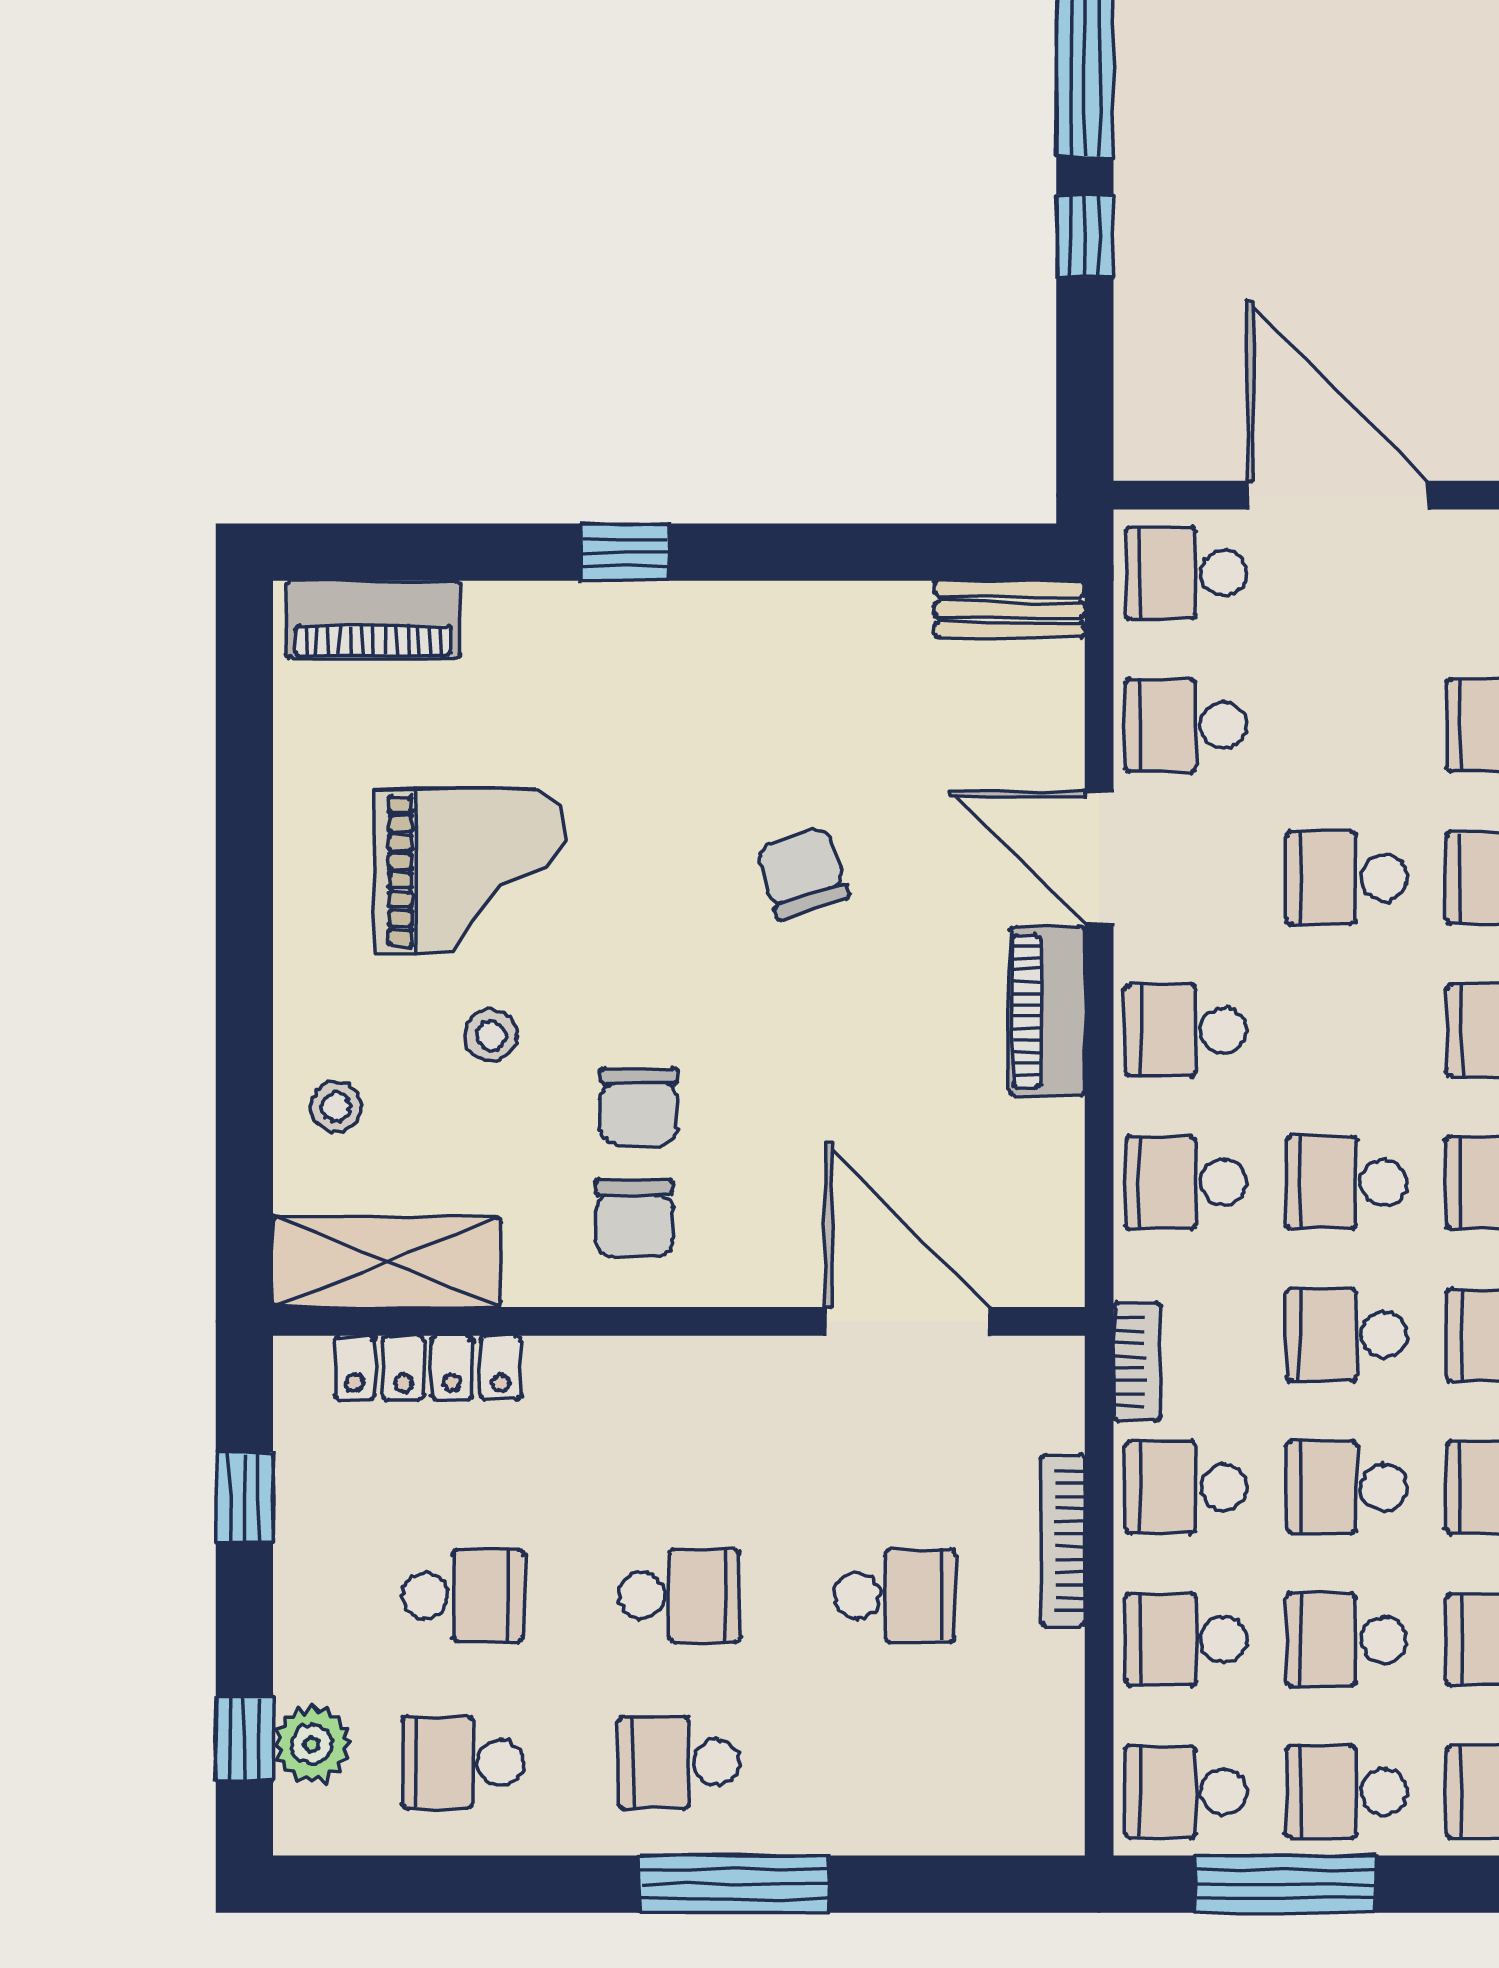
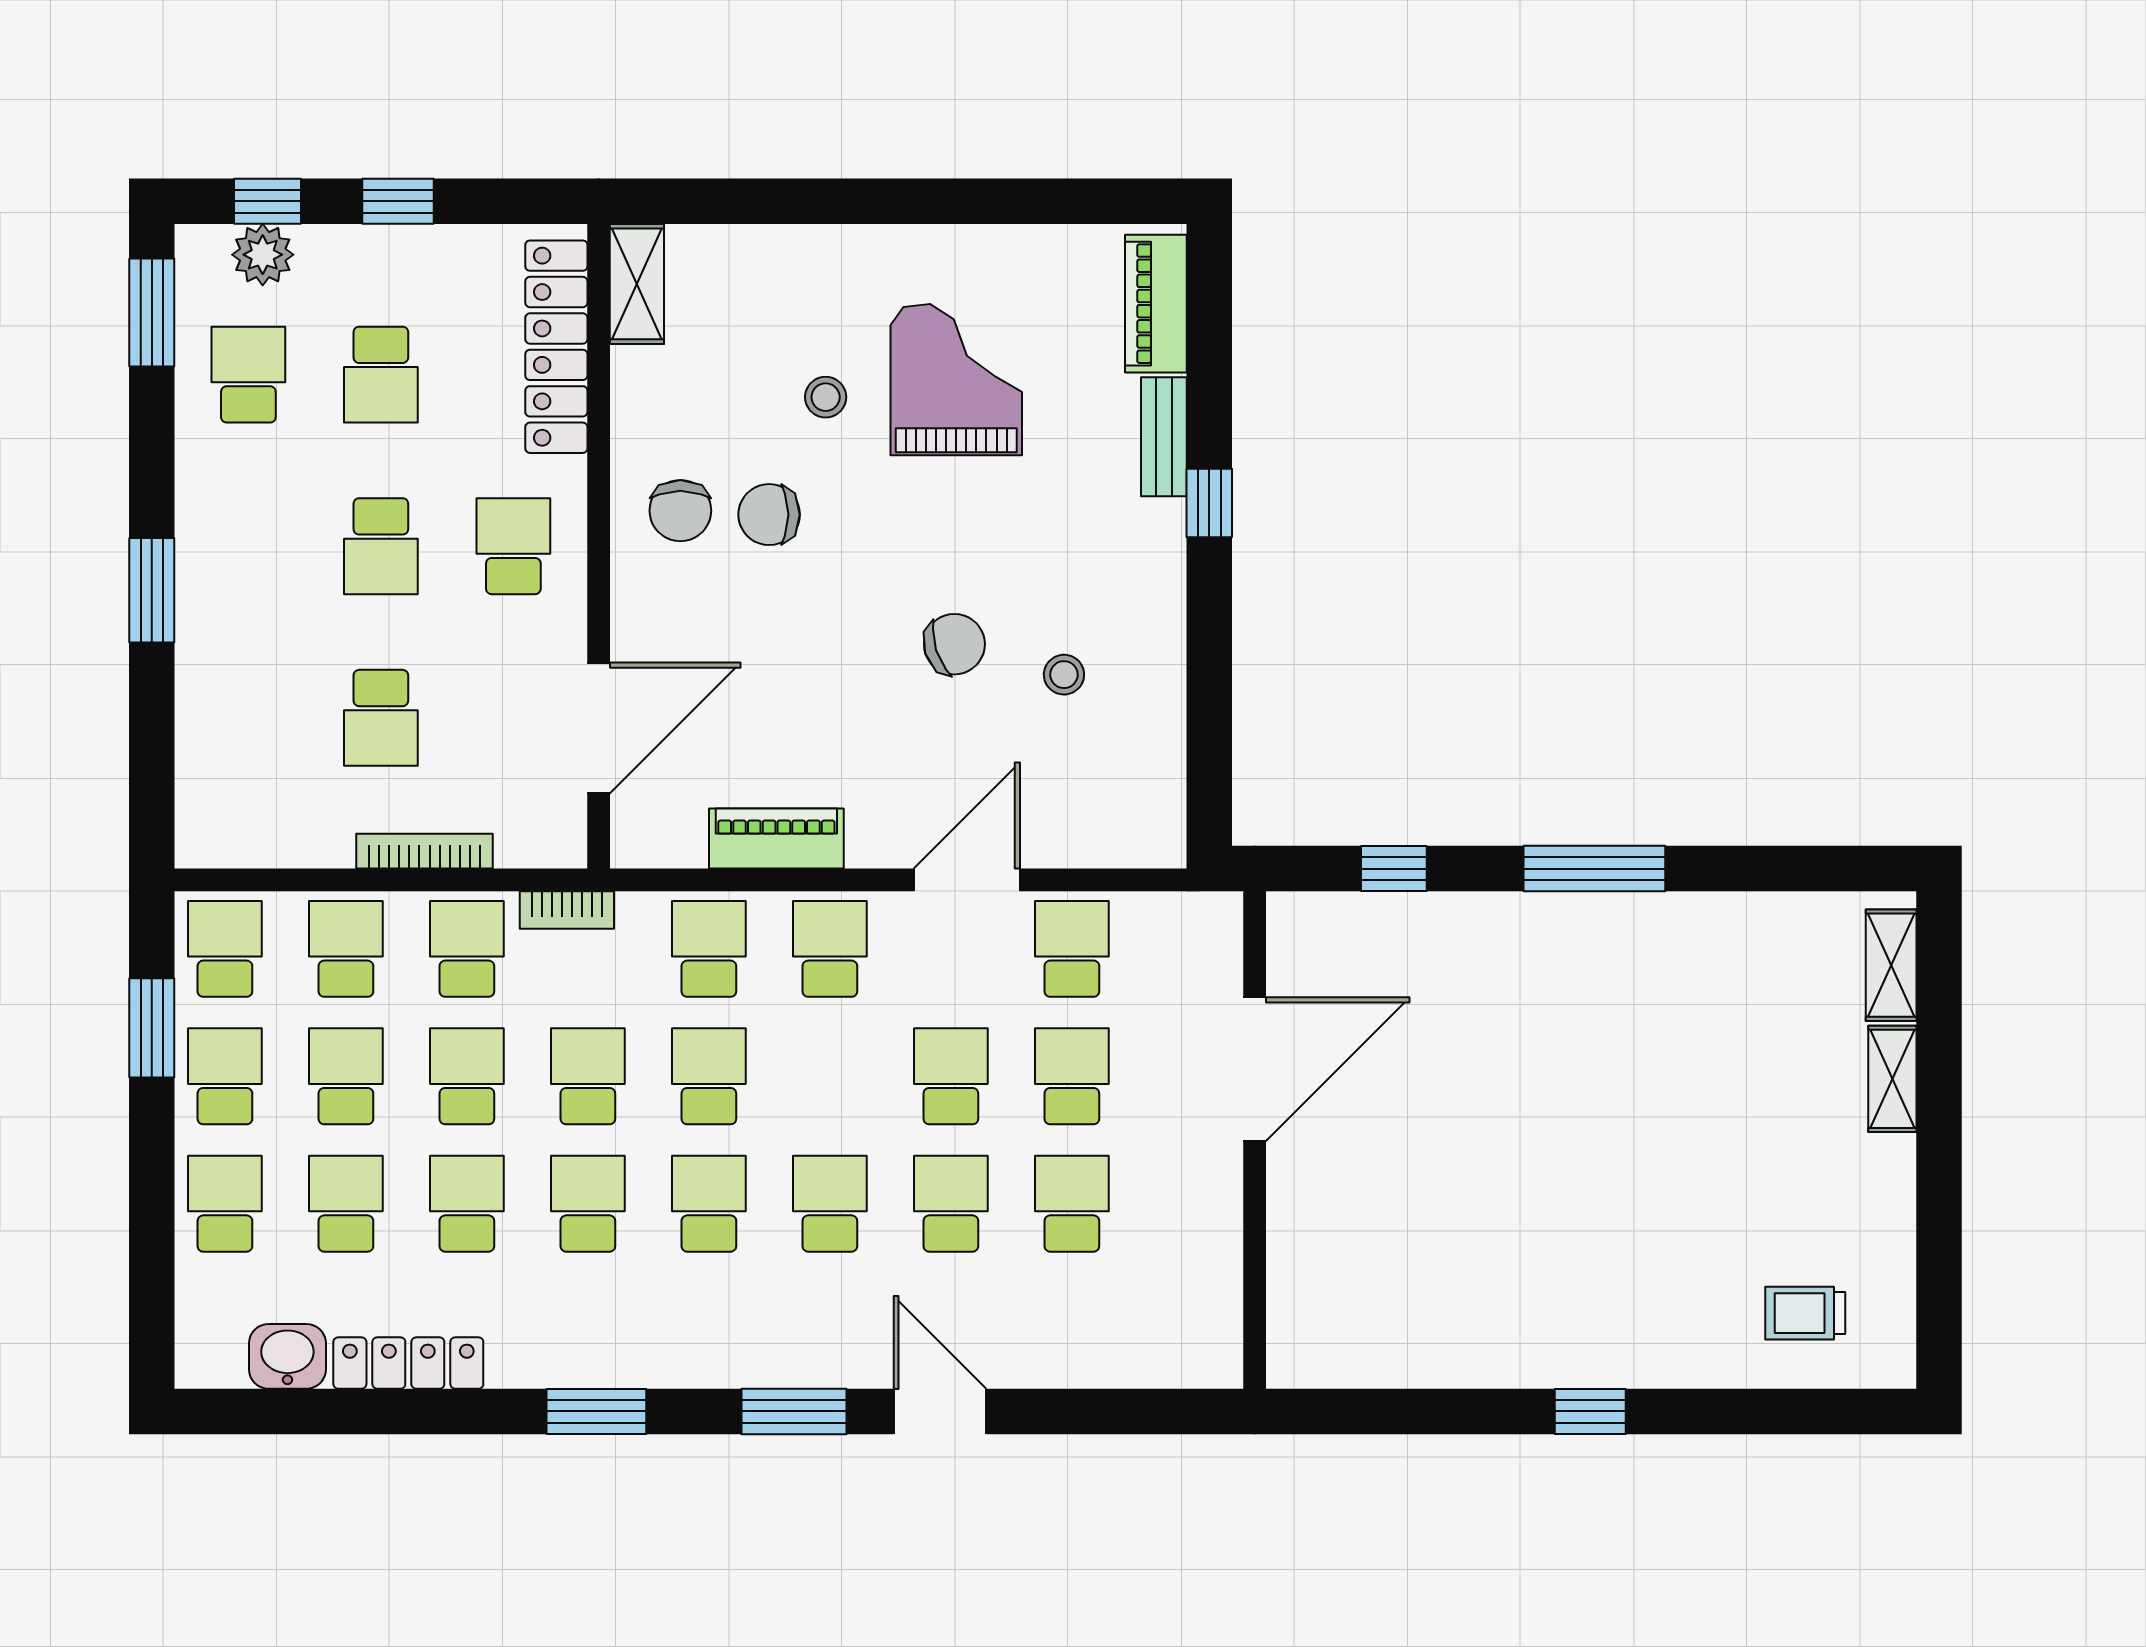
window: (1085, 236) -> (1394, 869), moved
school desk: (1186, 573) -> (1072, 1076), moved
bench: (1010, 609) -> (1164, 437), moved
grand piano: (469, 871) -> (956, 380), turned 180
piano: (1047, 1011) -> (776, 839), moved
stool: (336, 1107) -> (1064, 675), moved
chair: (634, 1218) -> (680, 511), turned -90
shelving: (386, 1262) -> (637, 284), width x0.67, depth x0.75
locker: (428, 1368) -> (556, 347), width x1.41, depth x1.21
window: (244, 1497) -> (398, 201), moved
school desk: (679, 1762) -> (513, 546), moved
window: (384, 1884) -> (152, 312), added
window: (734, 1884) -> (152, 590), width x0.69
window: (1285, 1884) -> (152, 1028), width x0.69

